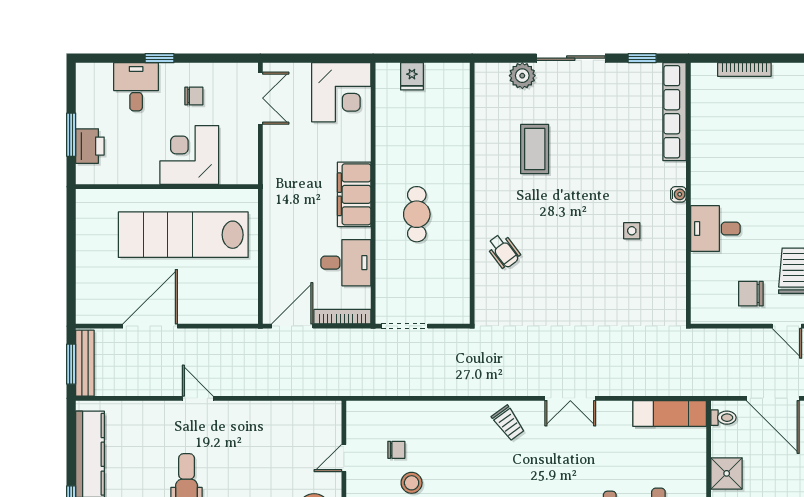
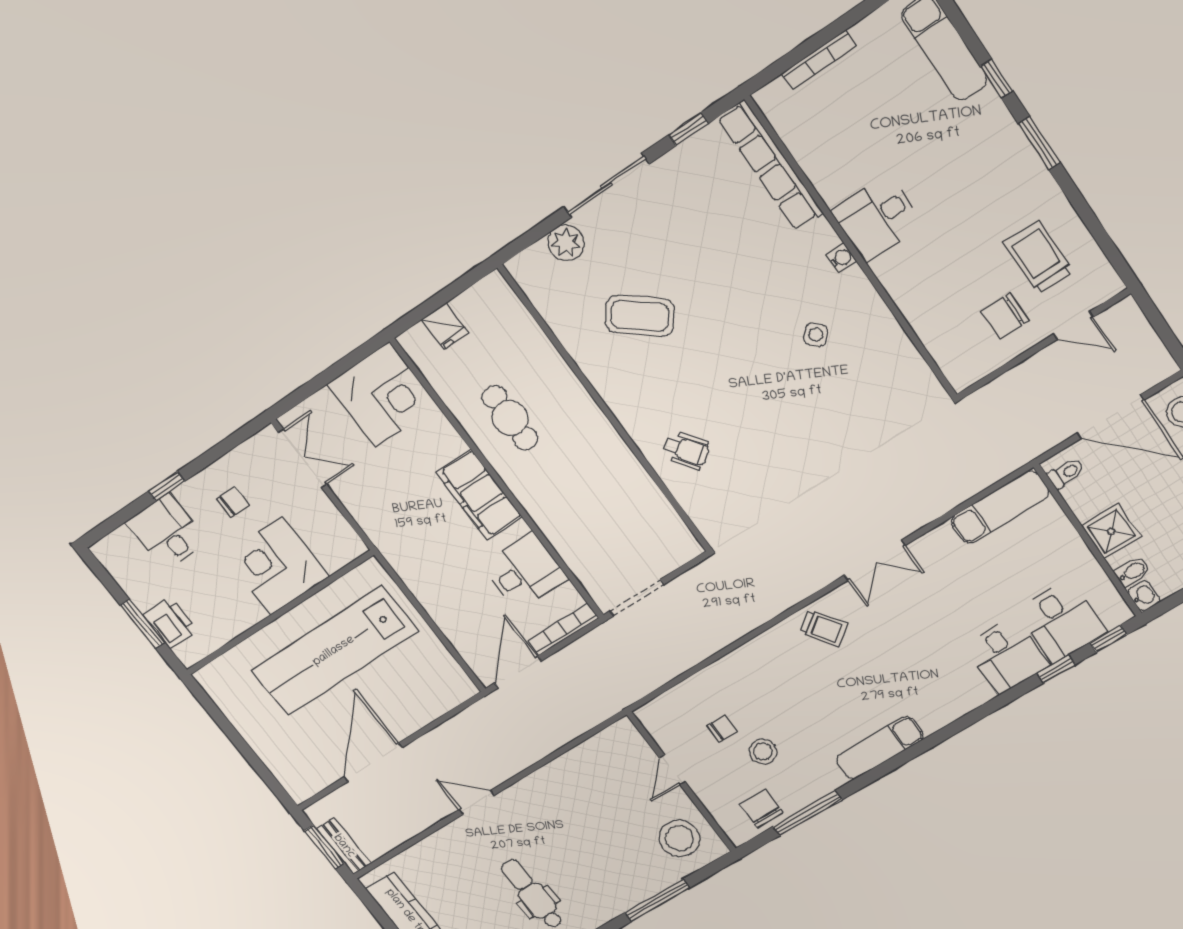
coffee table: (535, 149) -> (640, 316), turned -52
cafe table: (417, 214) -> (510, 418), moved
desk: (715, 229) -> (877, 218), moved
side table: (632, 231) -> (816, 335), turned 45
bench: (85, 363) -> (344, 846), width x0.73

